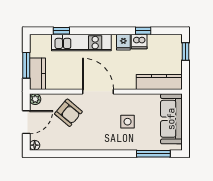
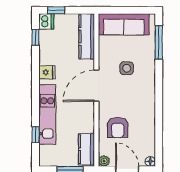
window: (143, 31) -> (36, 37), moved
dishwasher: (139, 42) -> (46, 21), moved
kitchen counter: (38, 74) -> (86, 149), moved, turned -90
door: (98, 92) -> (96, 86), moved
armchair: (68, 113) -> (118, 128), turned 140

